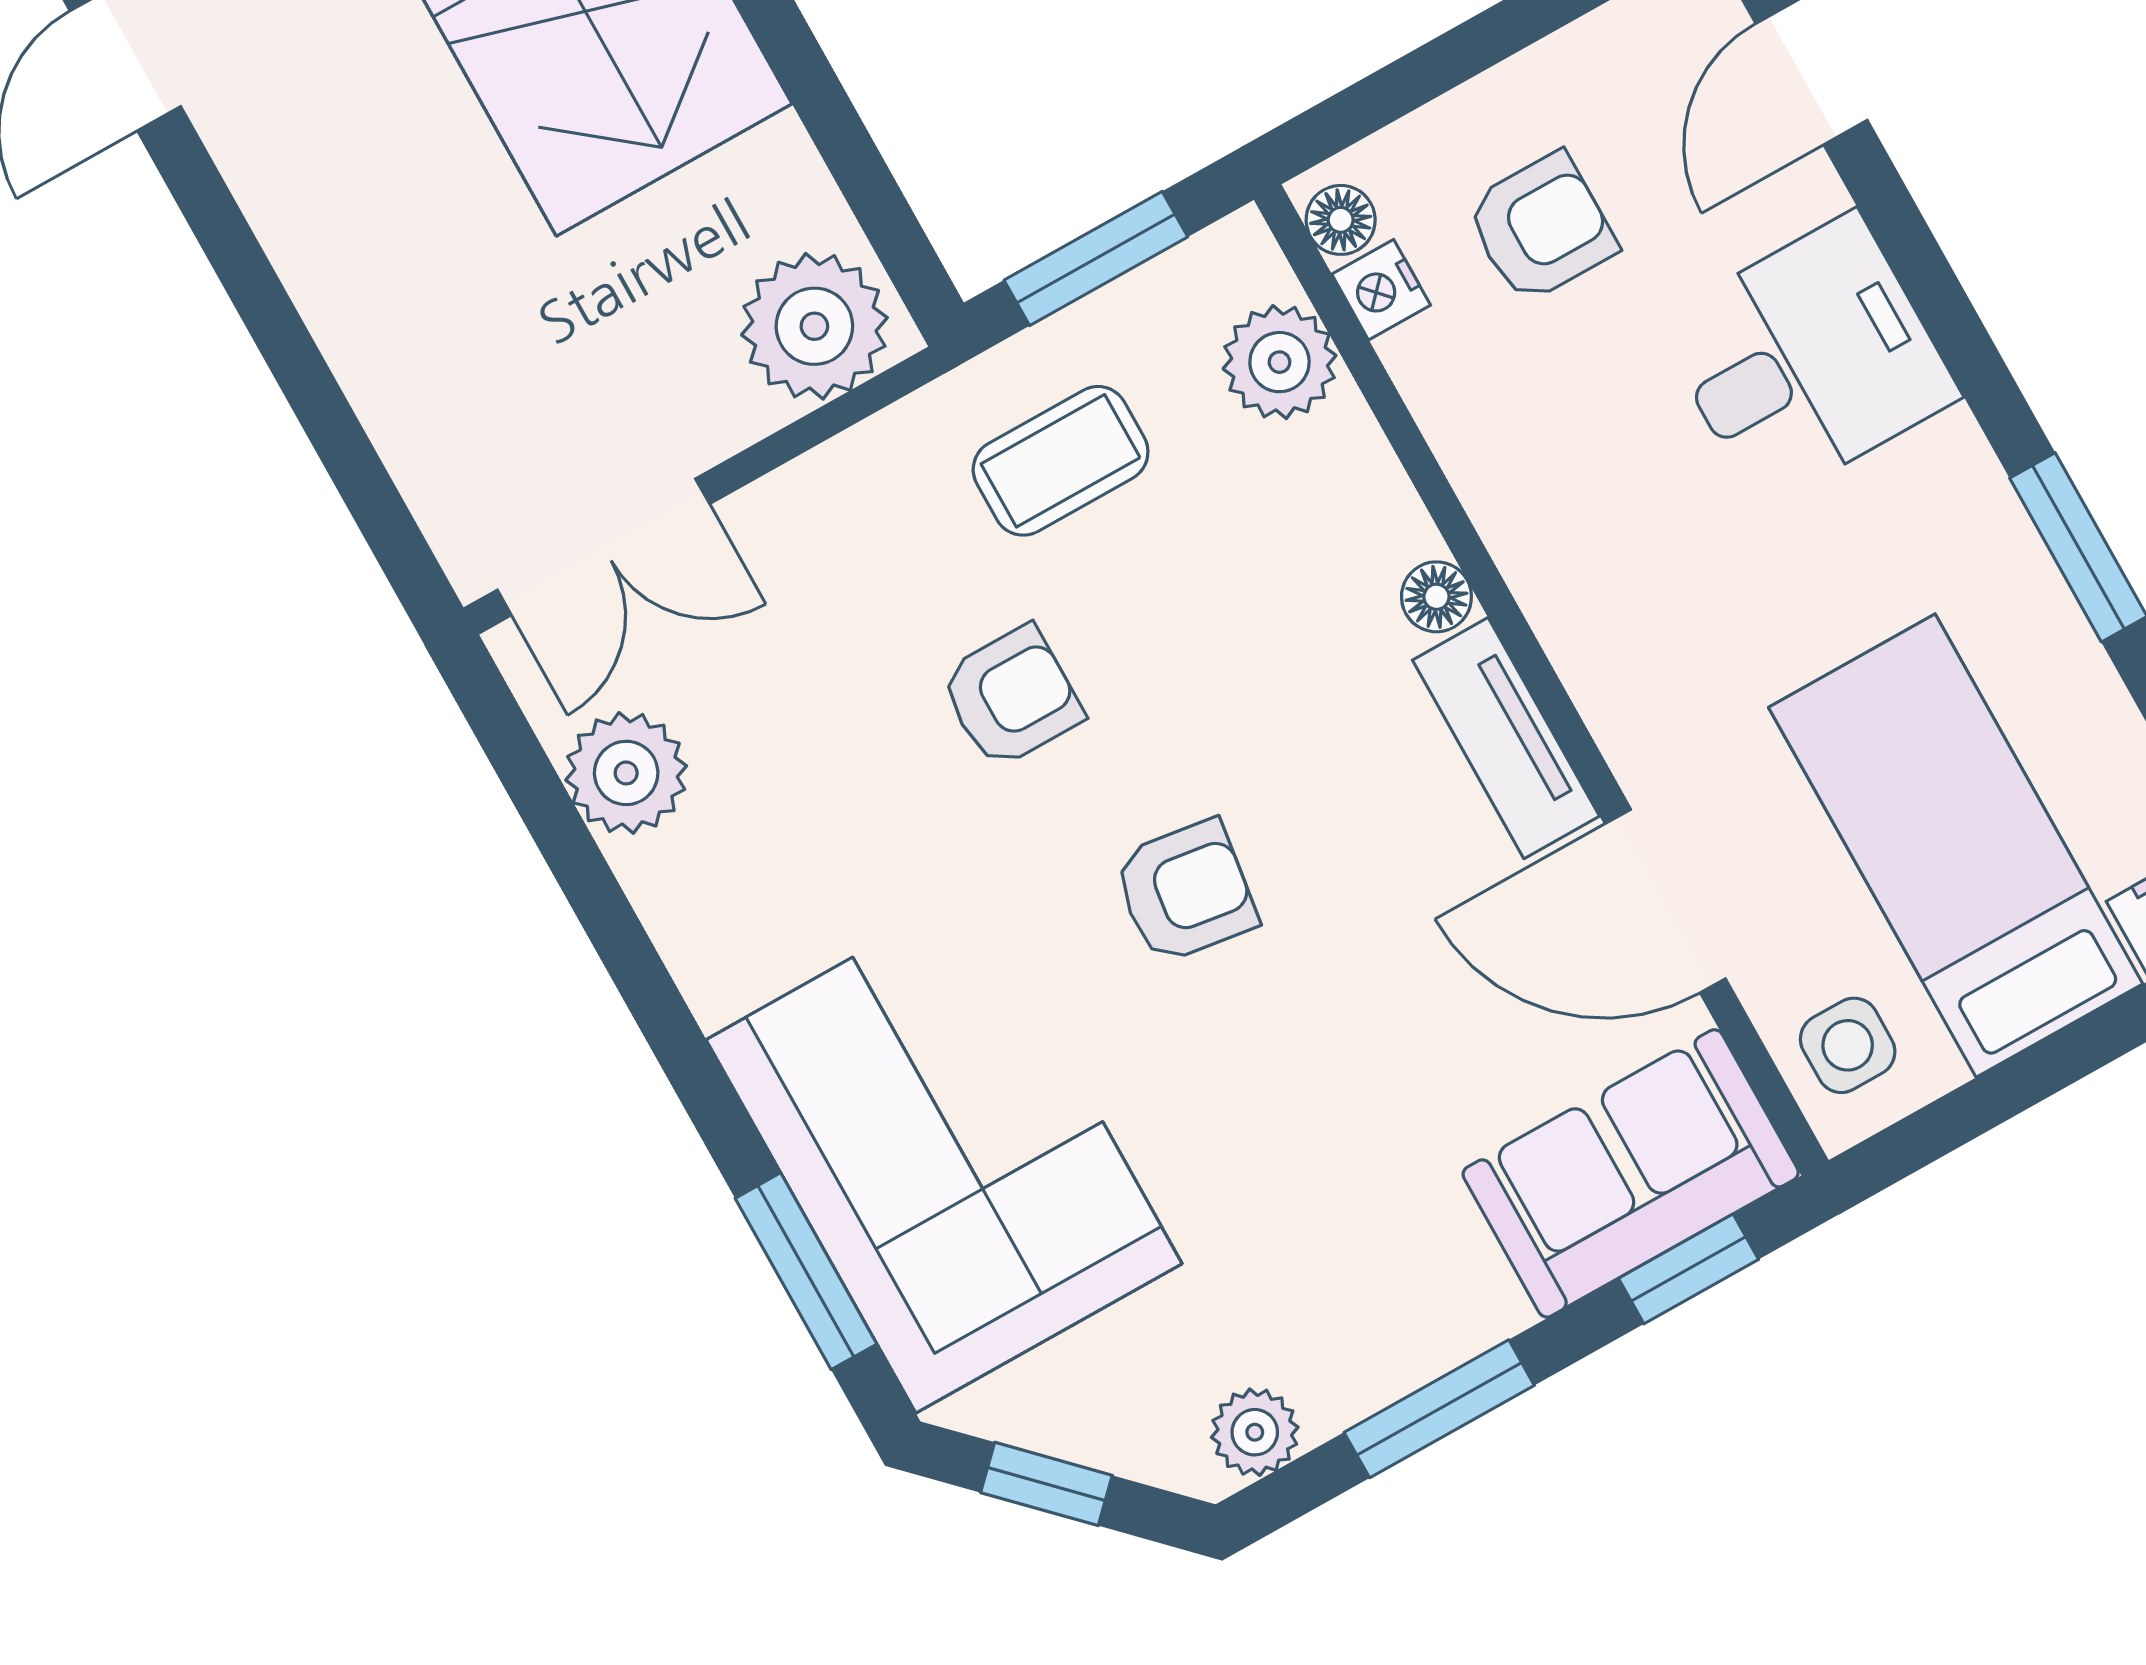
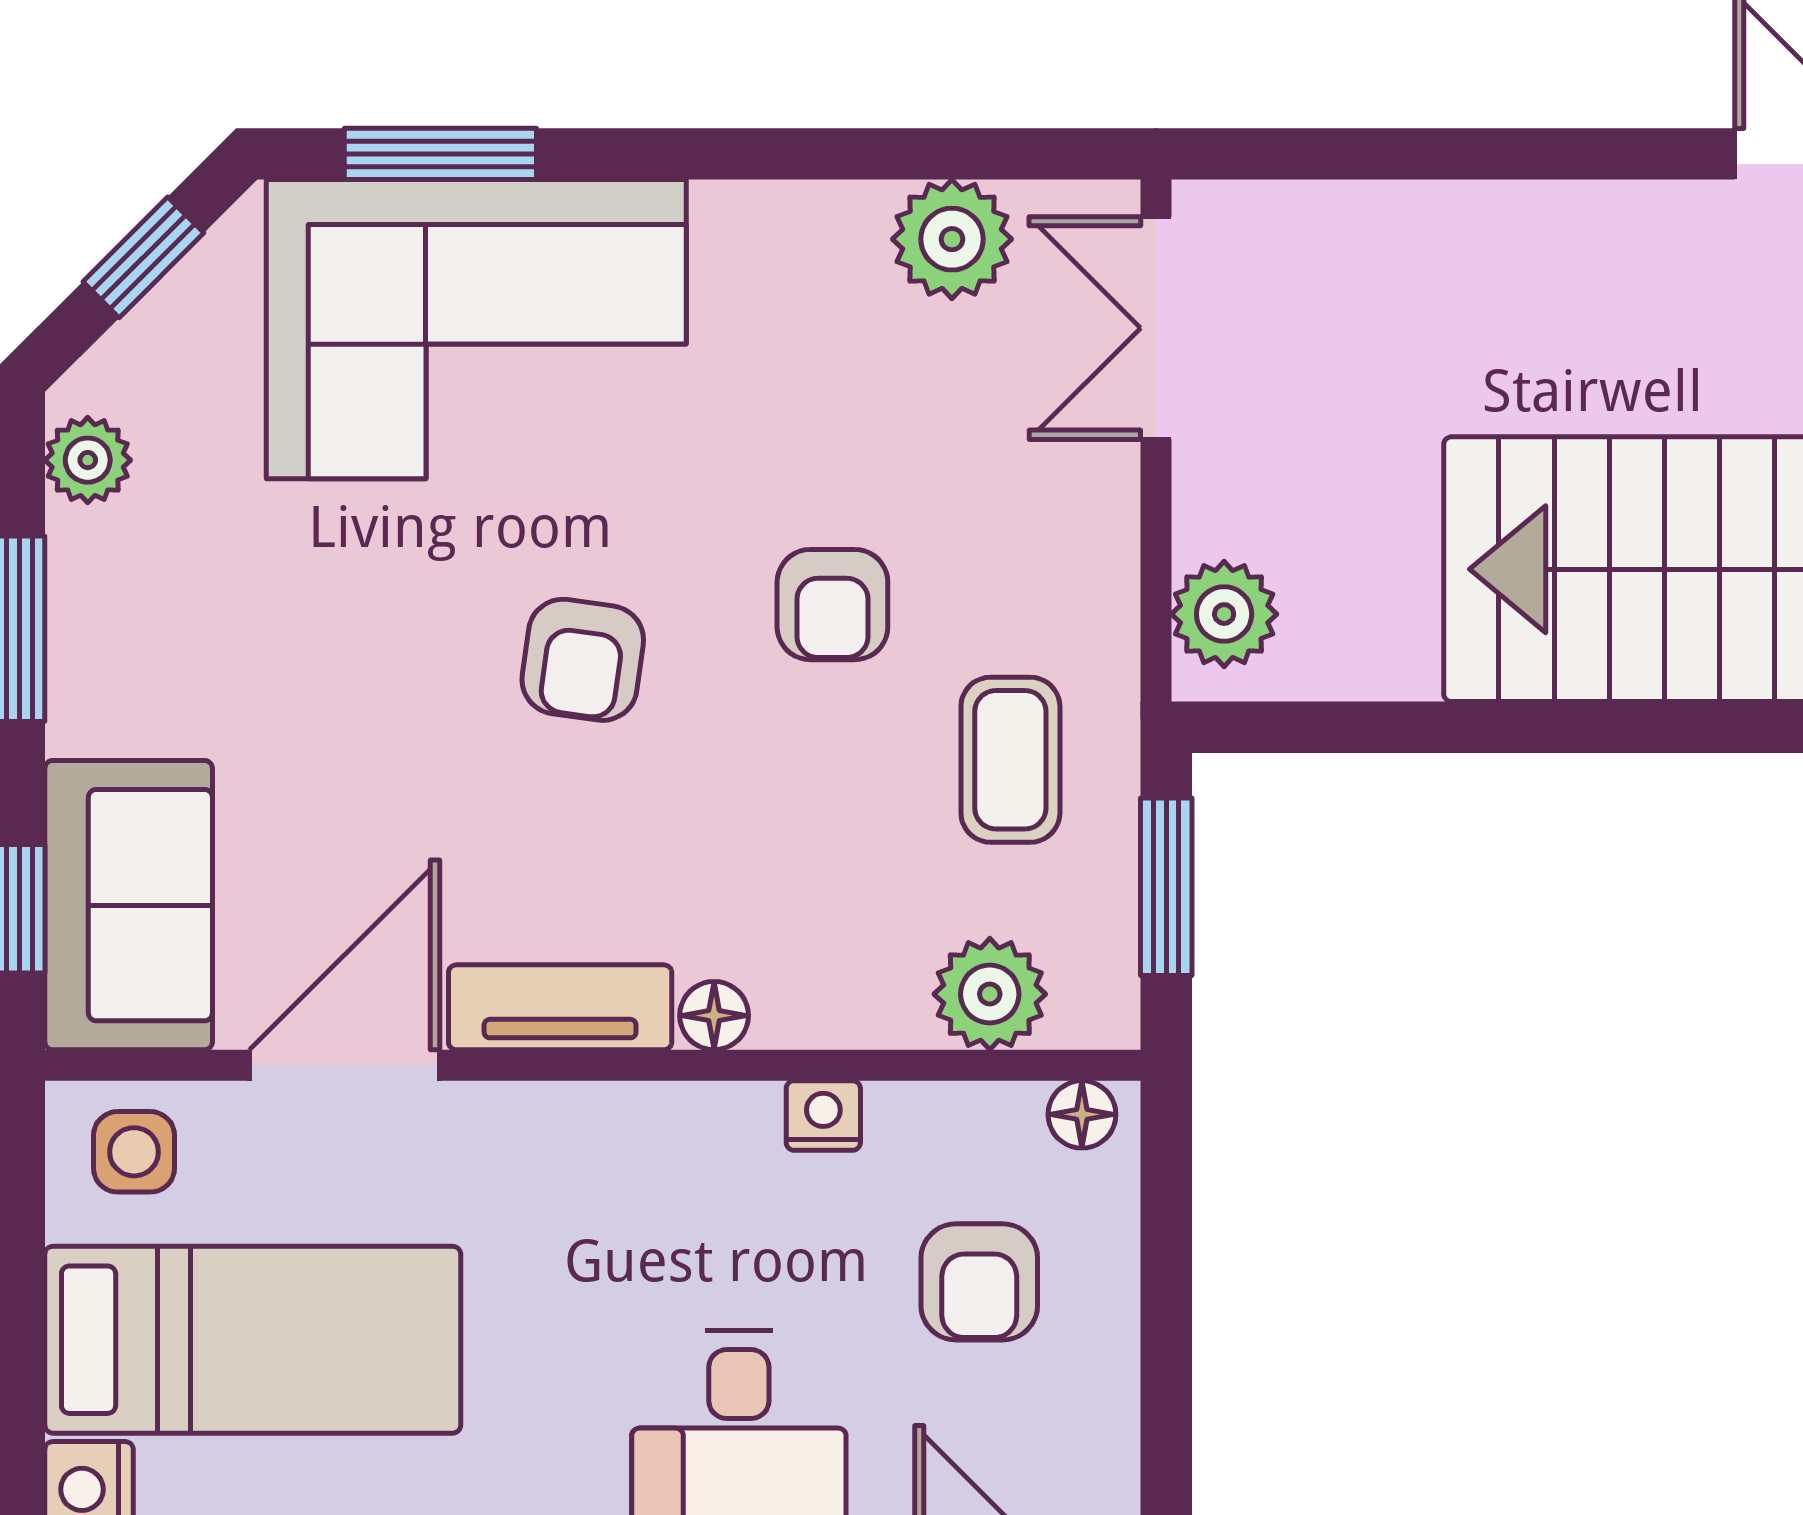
nightstand: (1381, 290) -> (823, 1116), moved
plant: (814, 326) -> (1224, 614), width x0.73, depth x0.73

